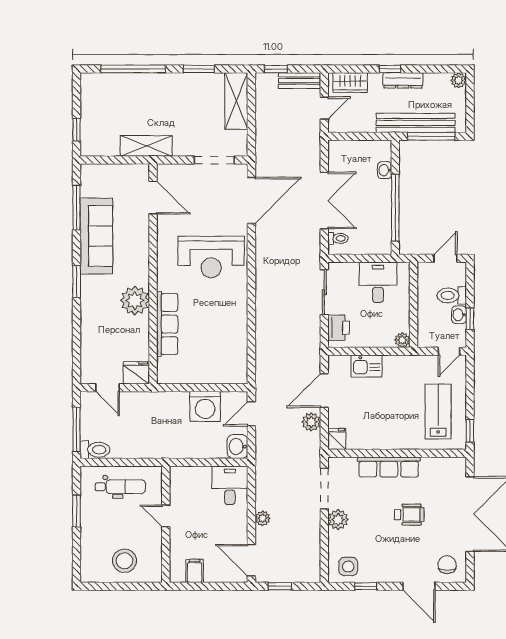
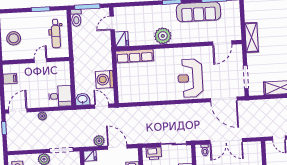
row of seats: (167, 324) -> (135, 56), moved

